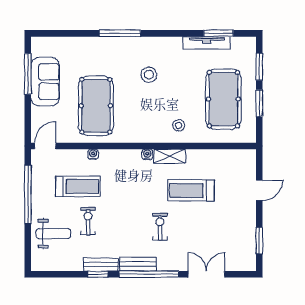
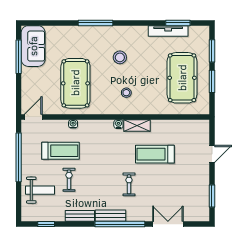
sofa: (45, 82) -> (33, 46), moved
stool: (179, 125) -> (126, 93), moved
window: (98, 274) -> (46, 224), moved

